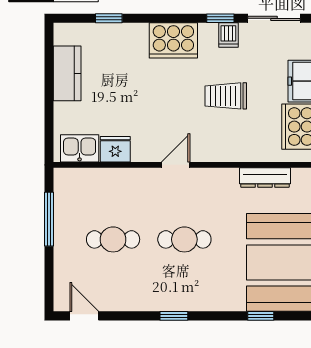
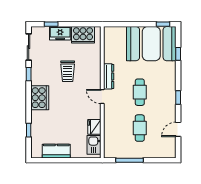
dishwasher: (228, 35) -> (37, 70), removed
dresser: (265, 177) -> (109, 76), moved
door: (84, 316) -> (178, 129), moved

